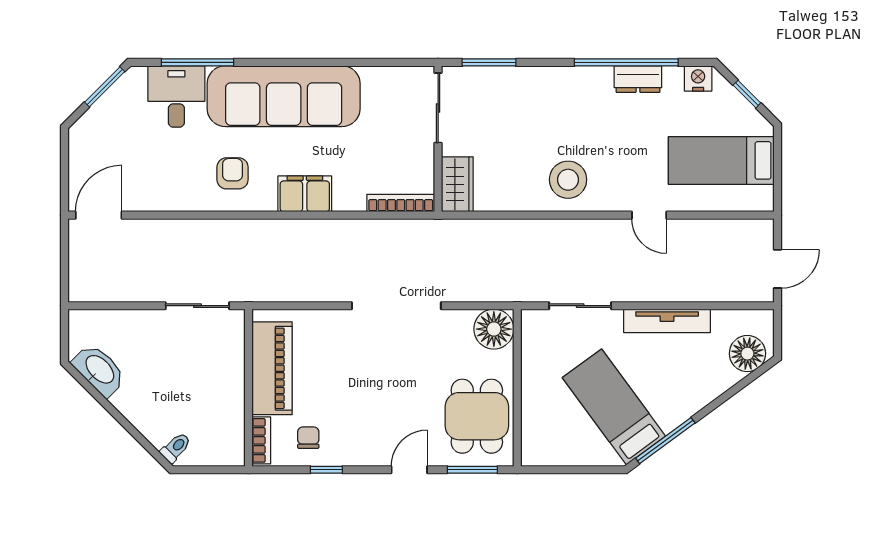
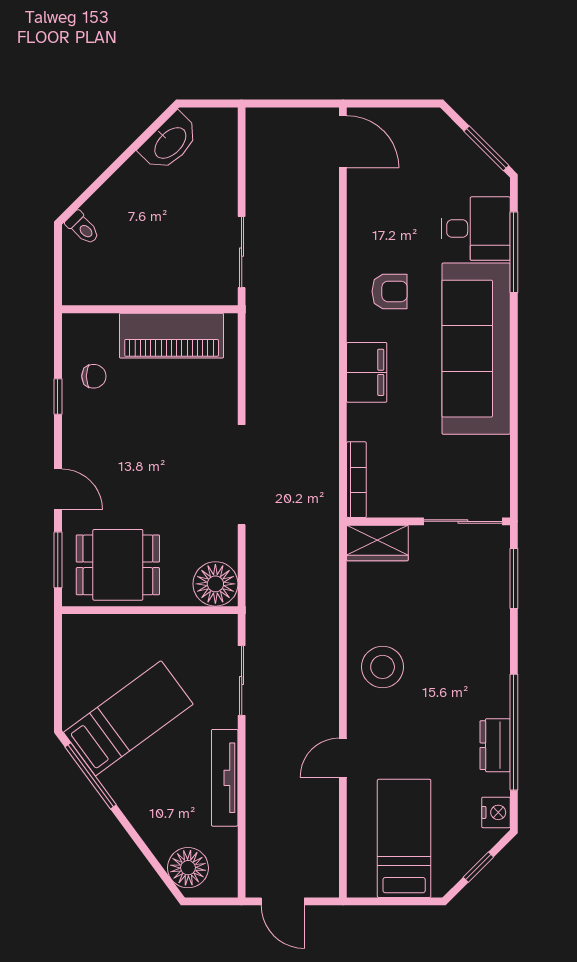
bookcase: (261, 440) -> (91, 324), removed

